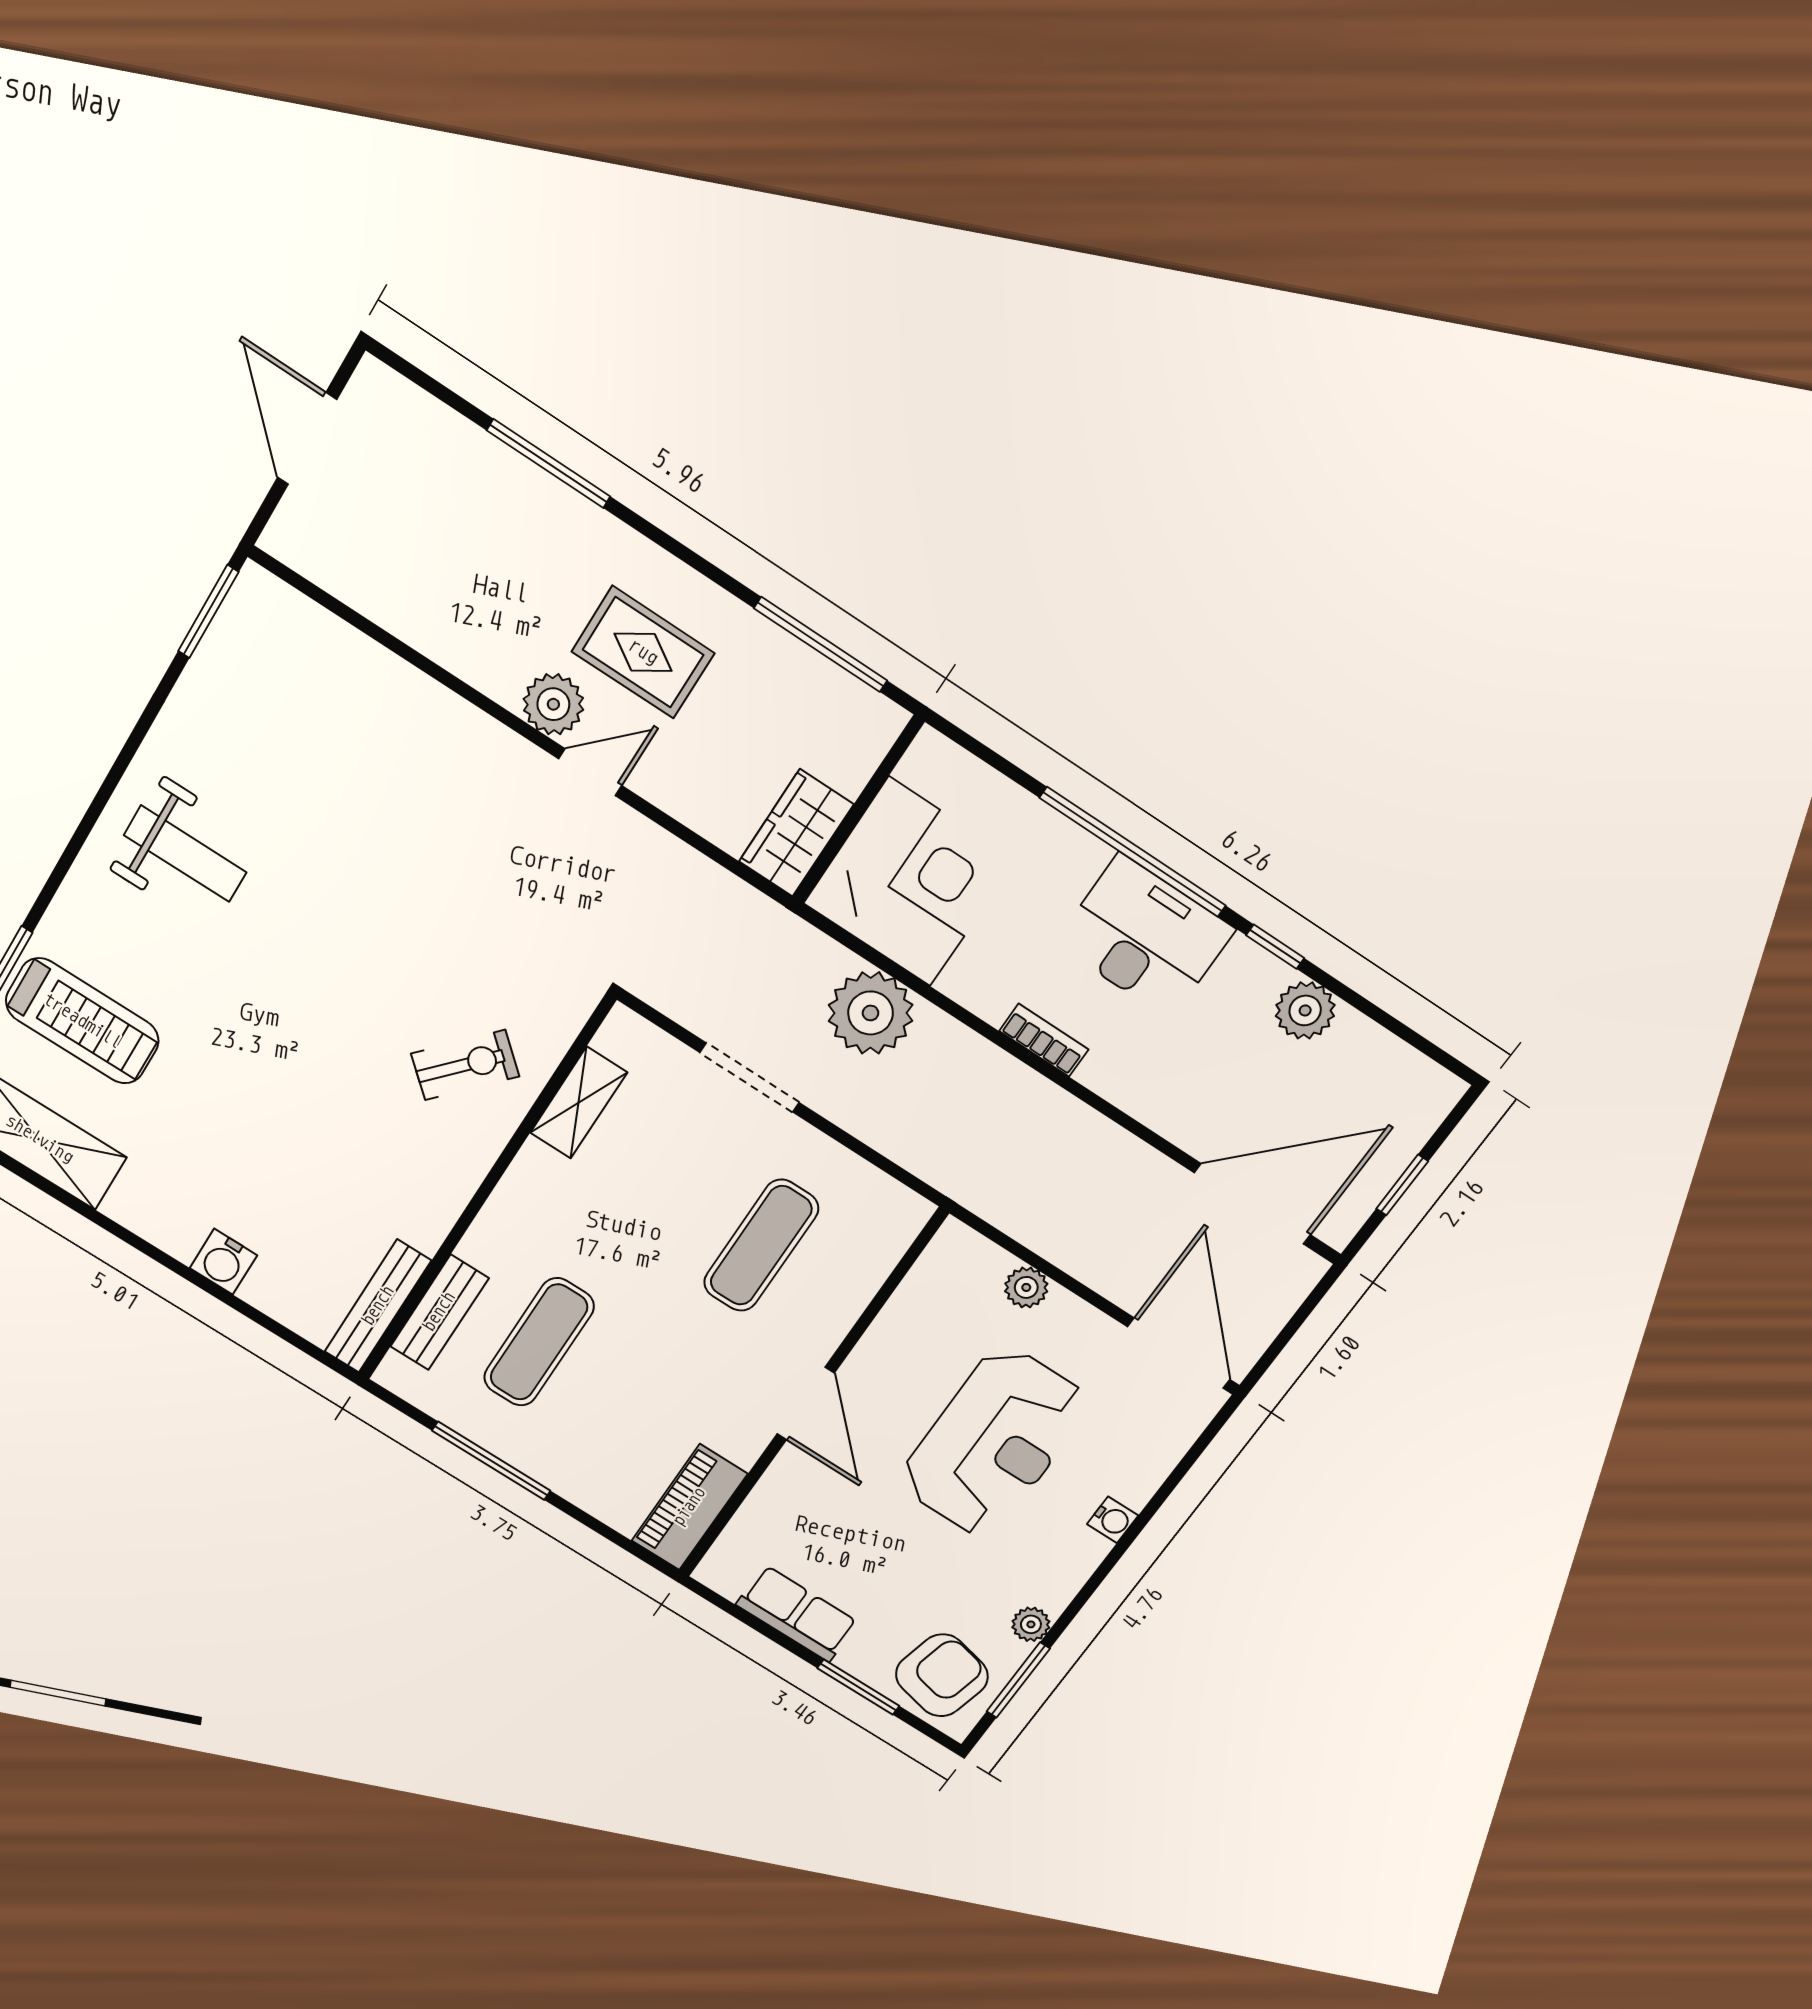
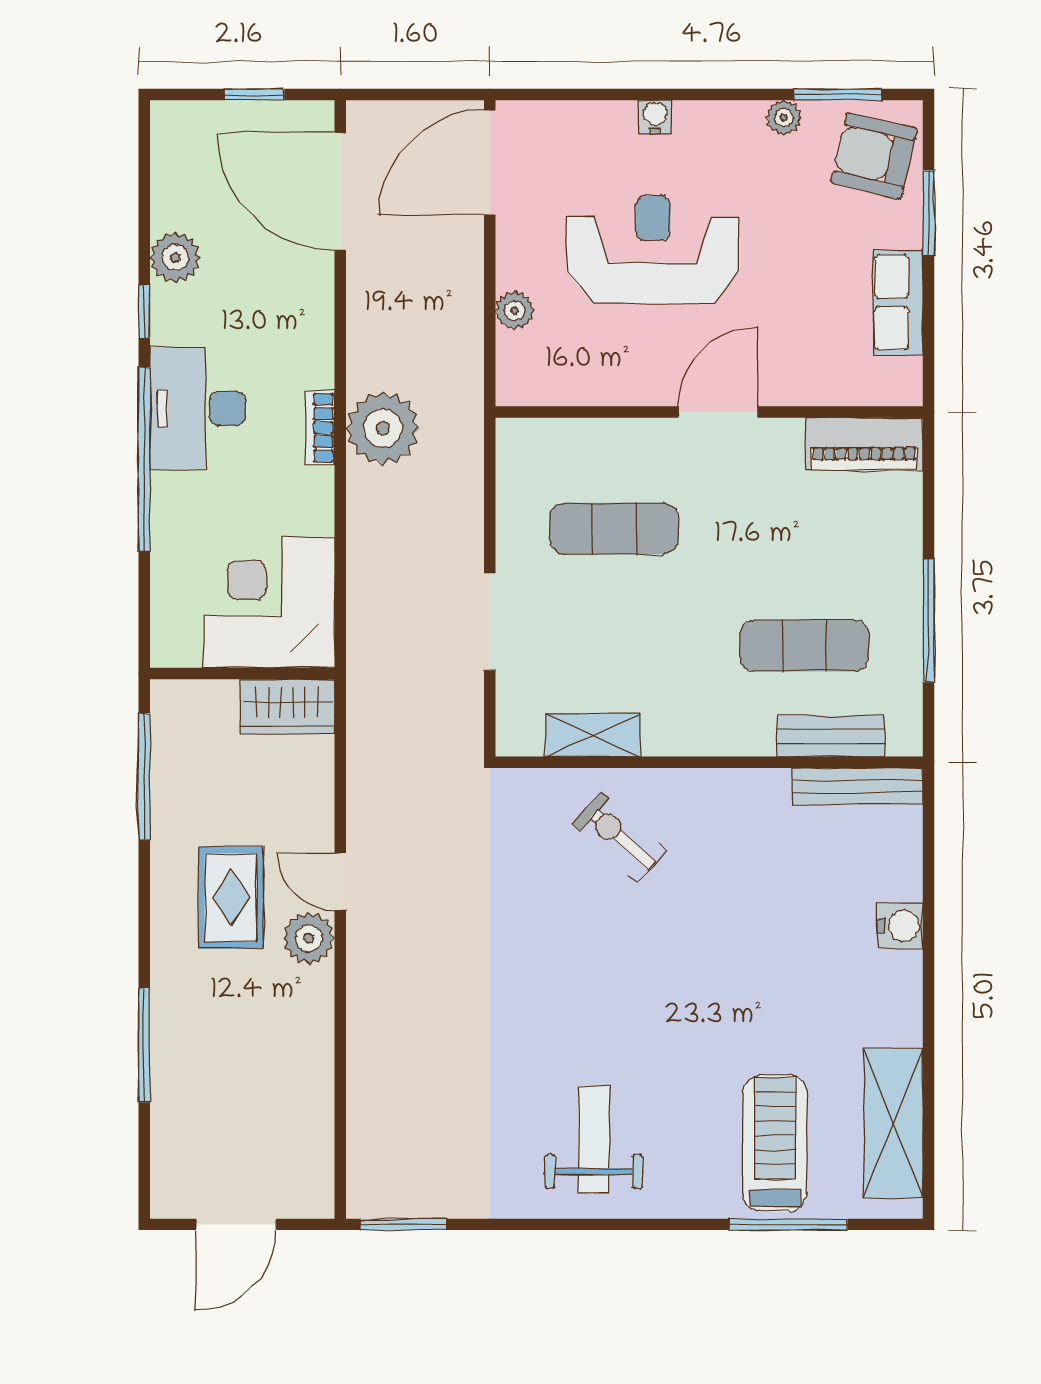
plant: (871, 1013) -> (383, 428), moved

